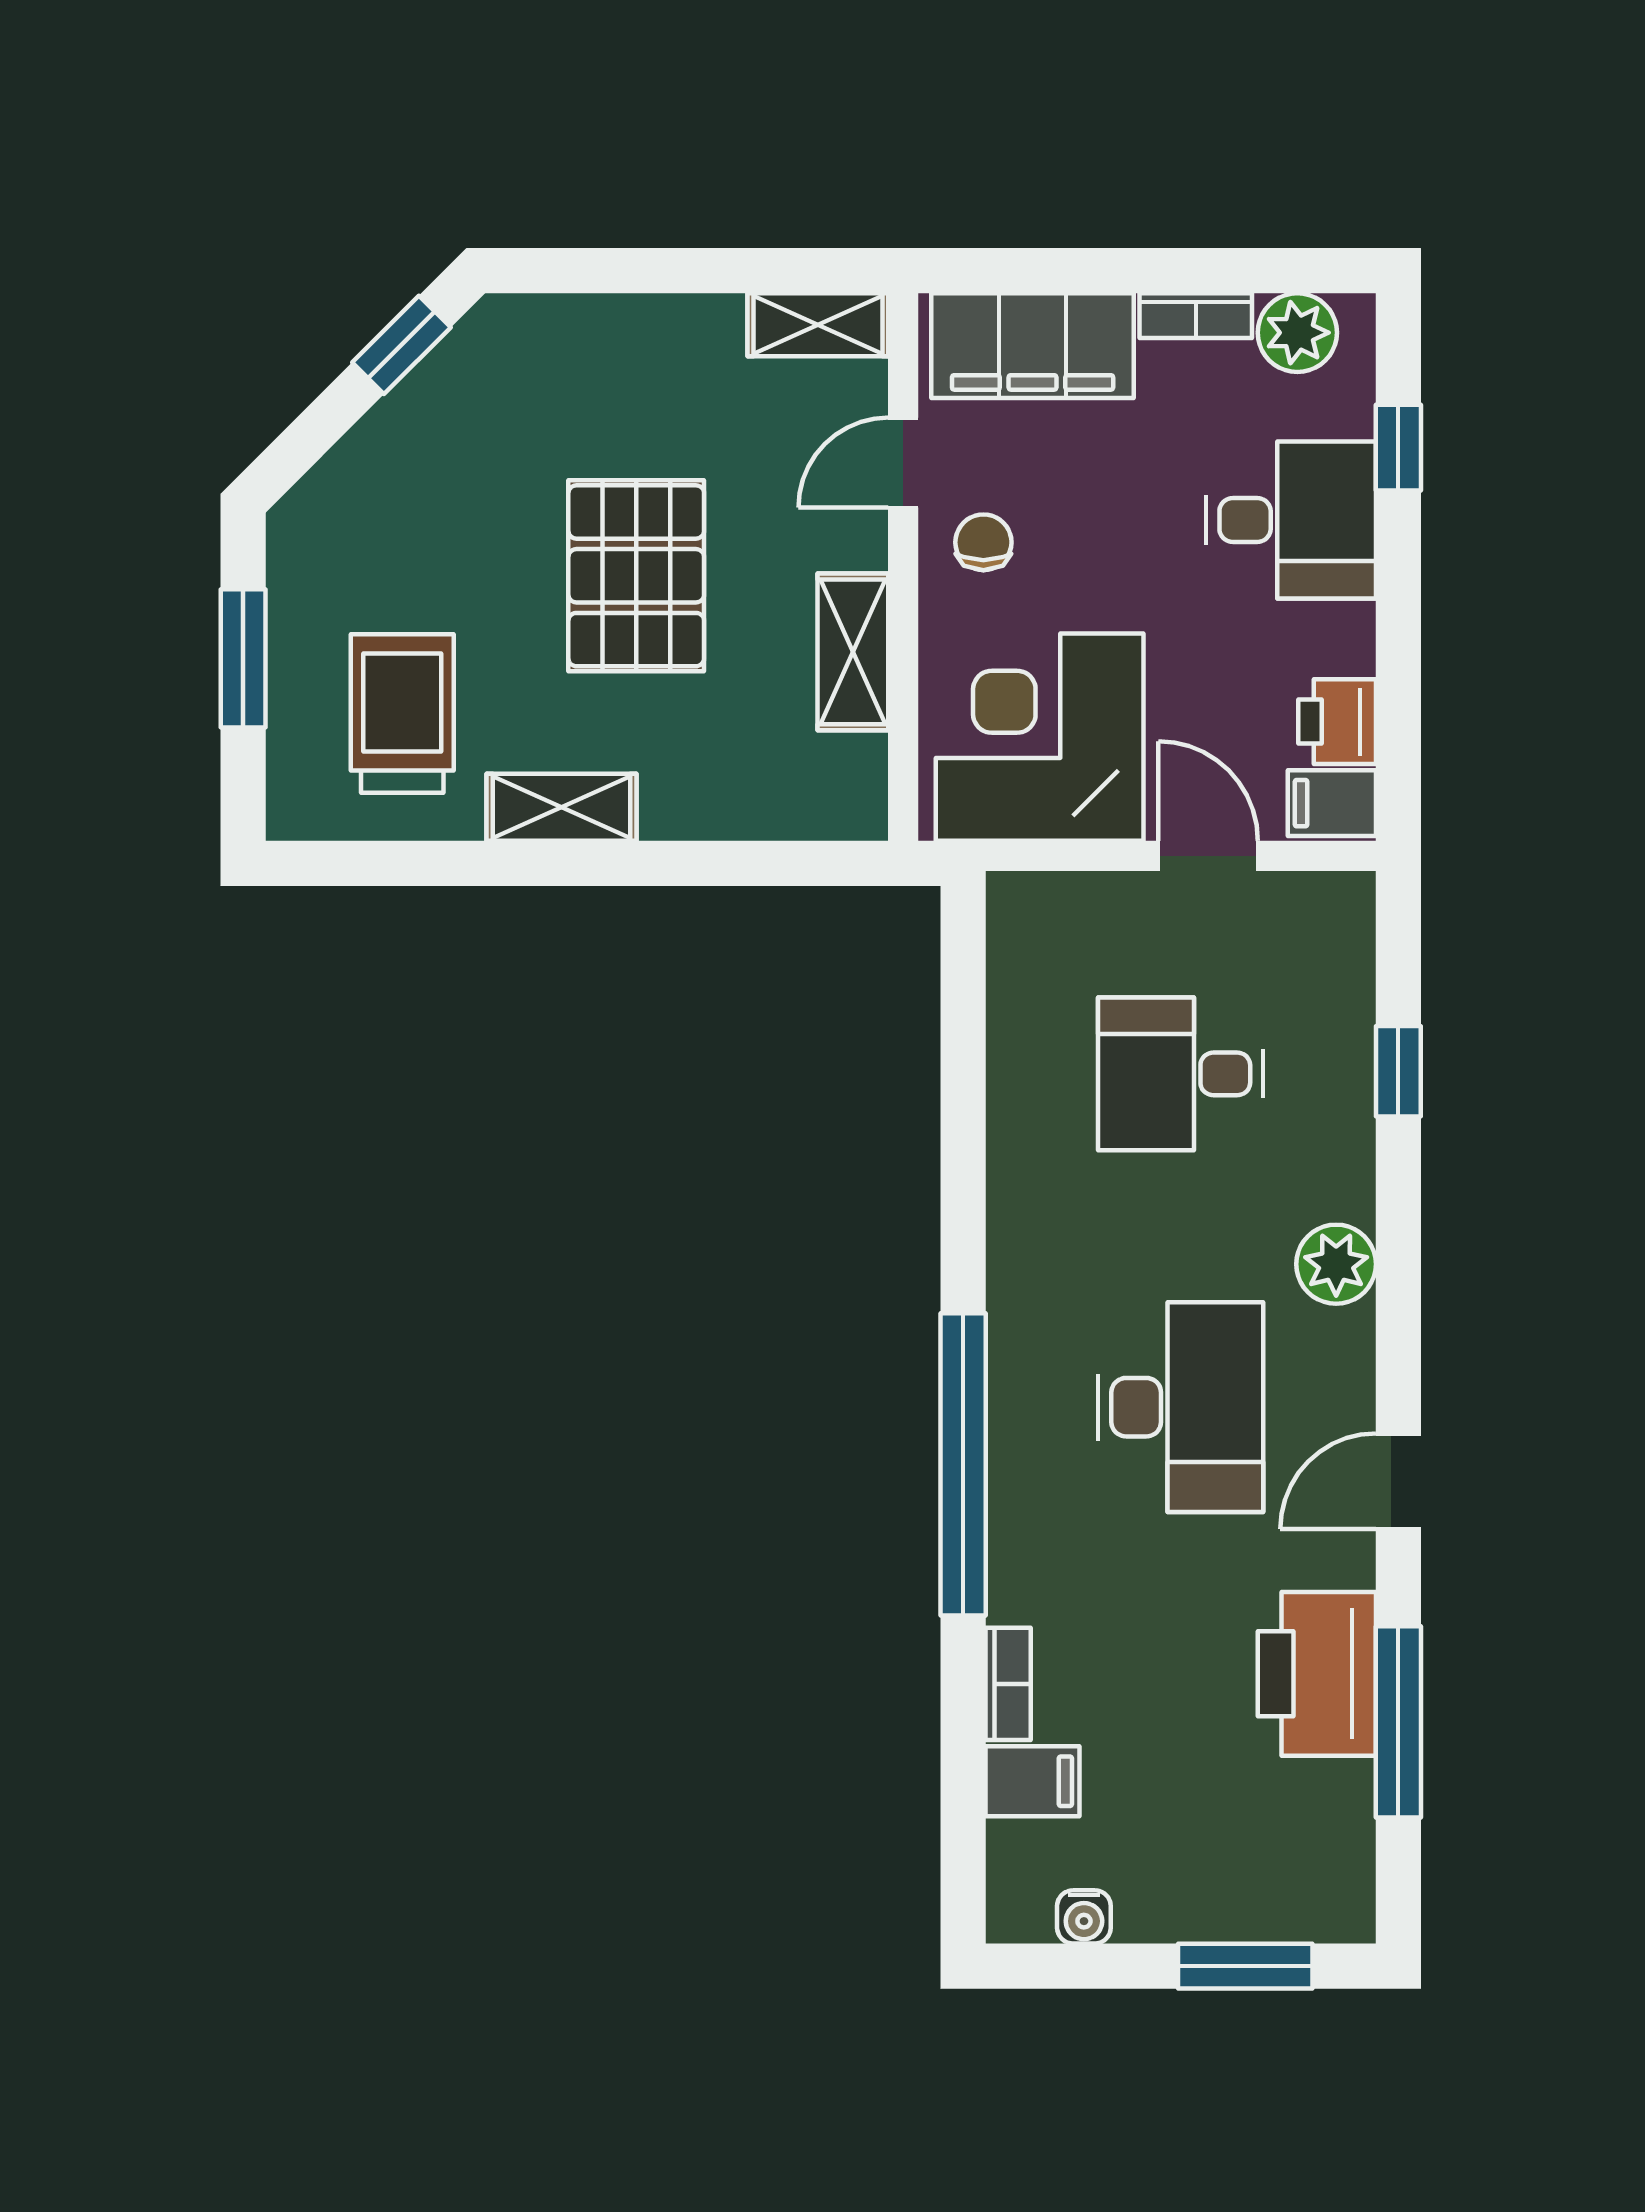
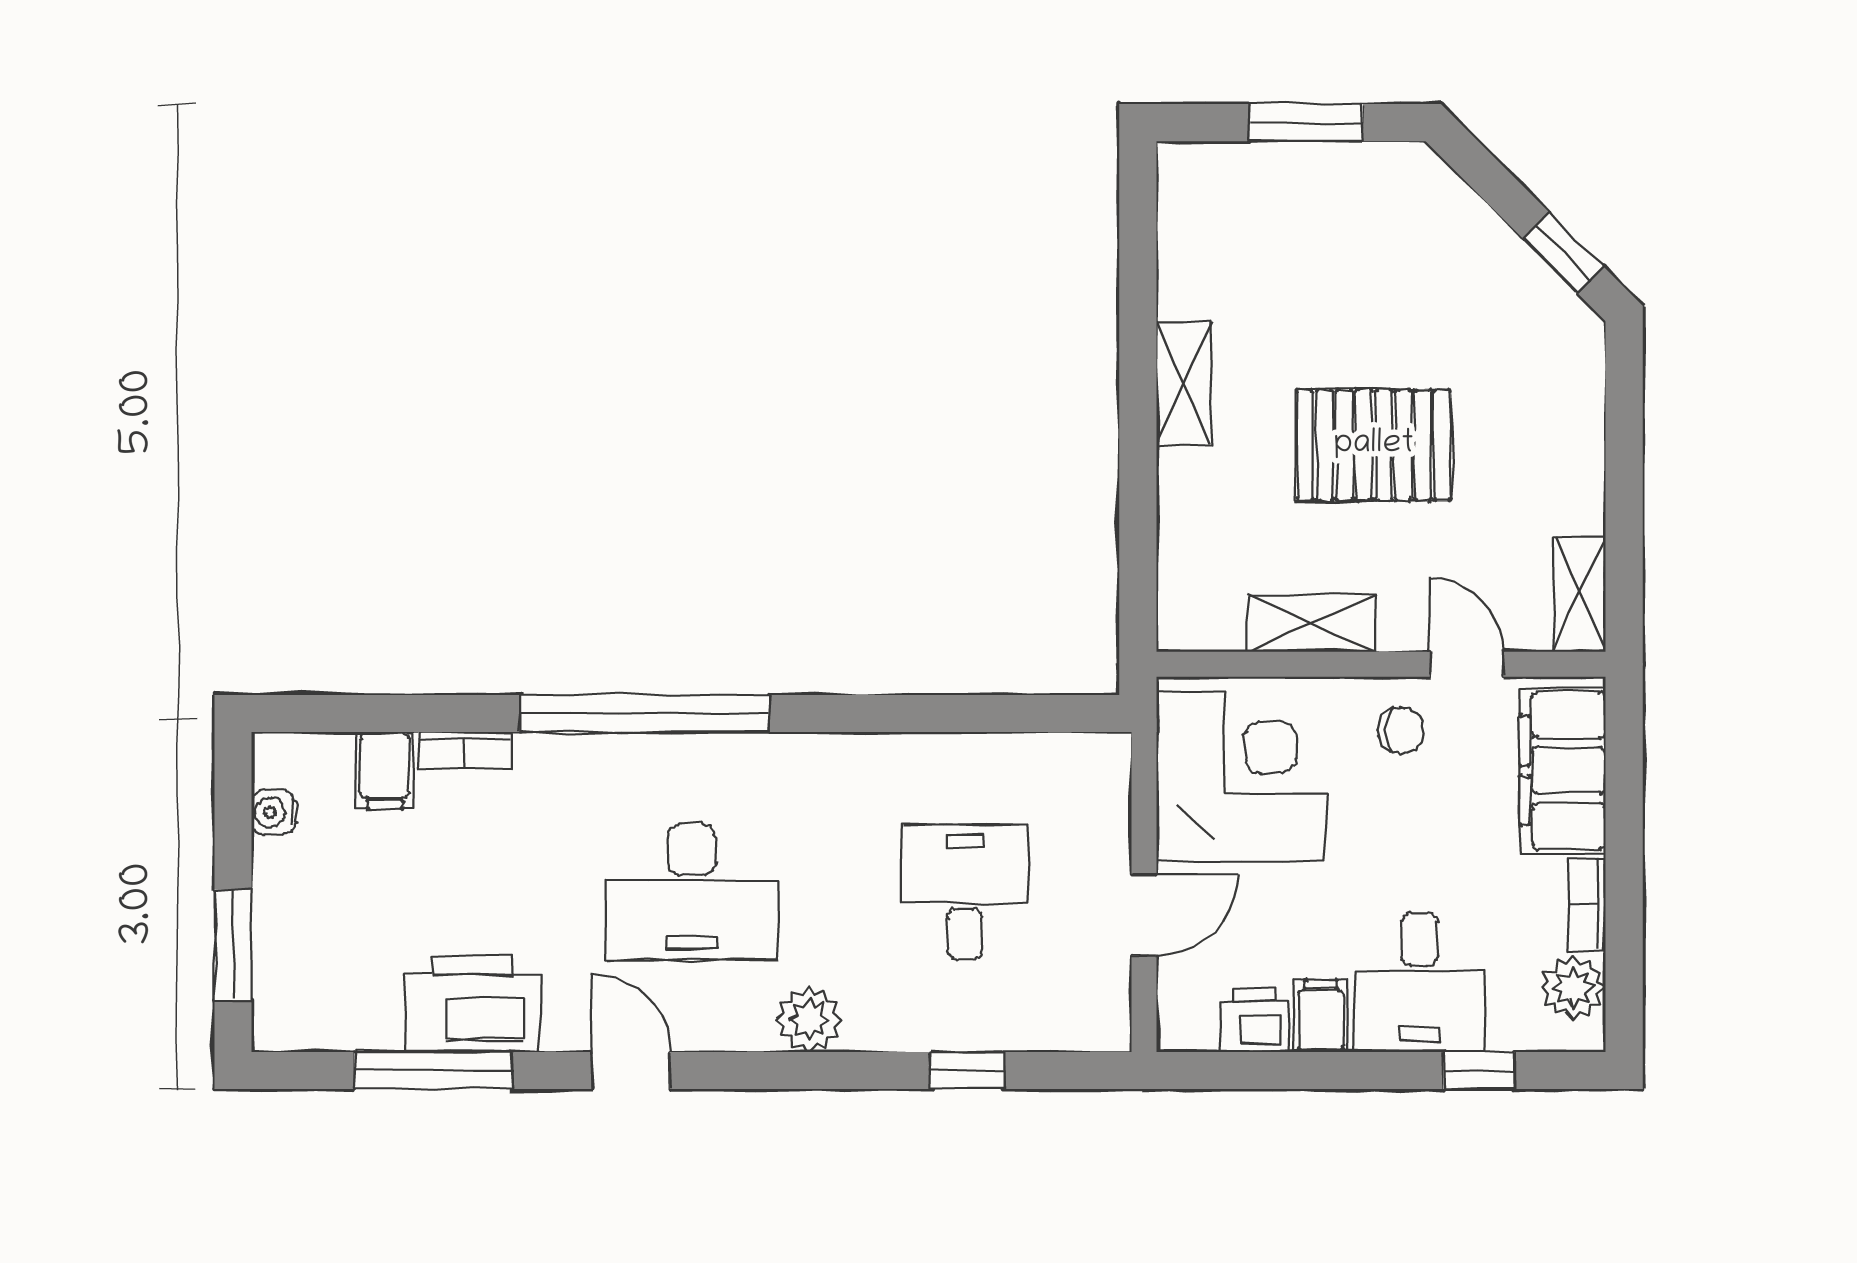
trolley: (402, 714) -> (1261, 253), removed
filing cabinet: (1332, 803) -> (1321, 1016), moved

